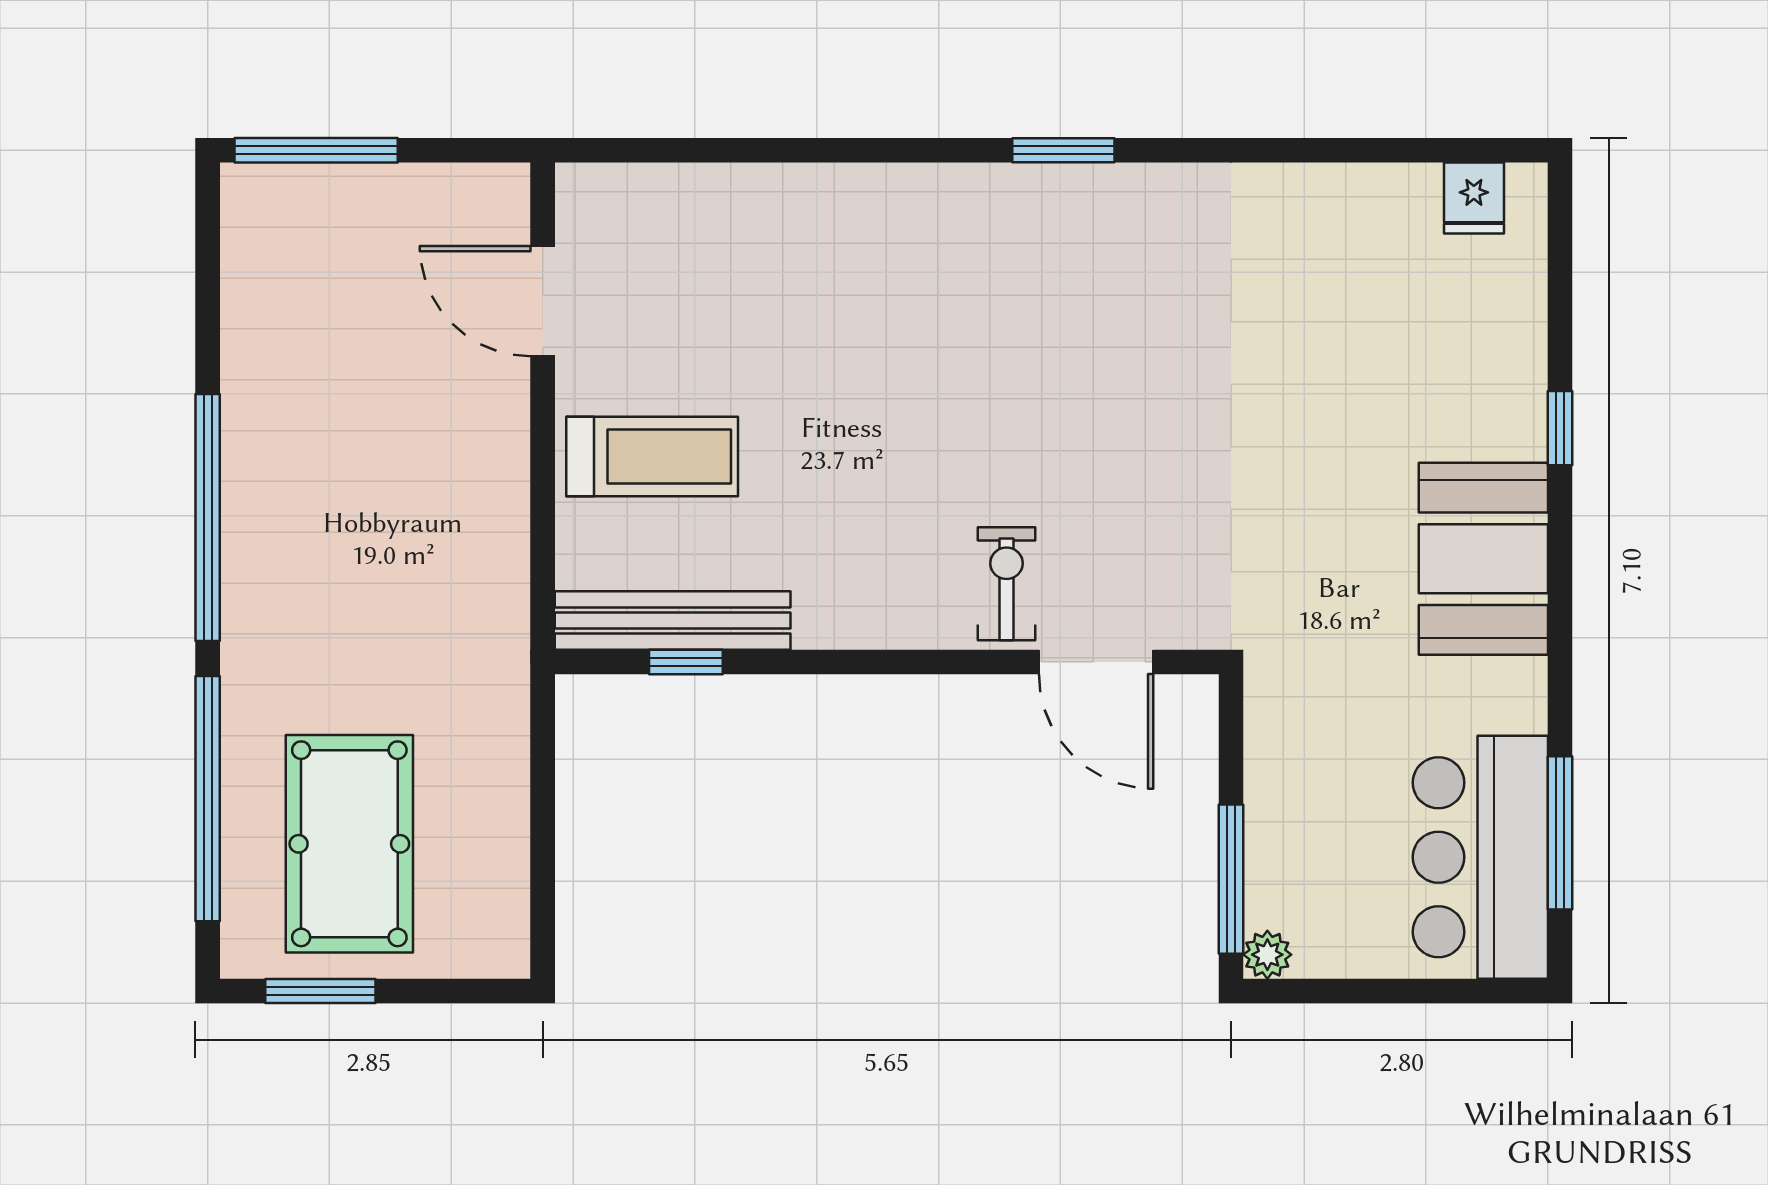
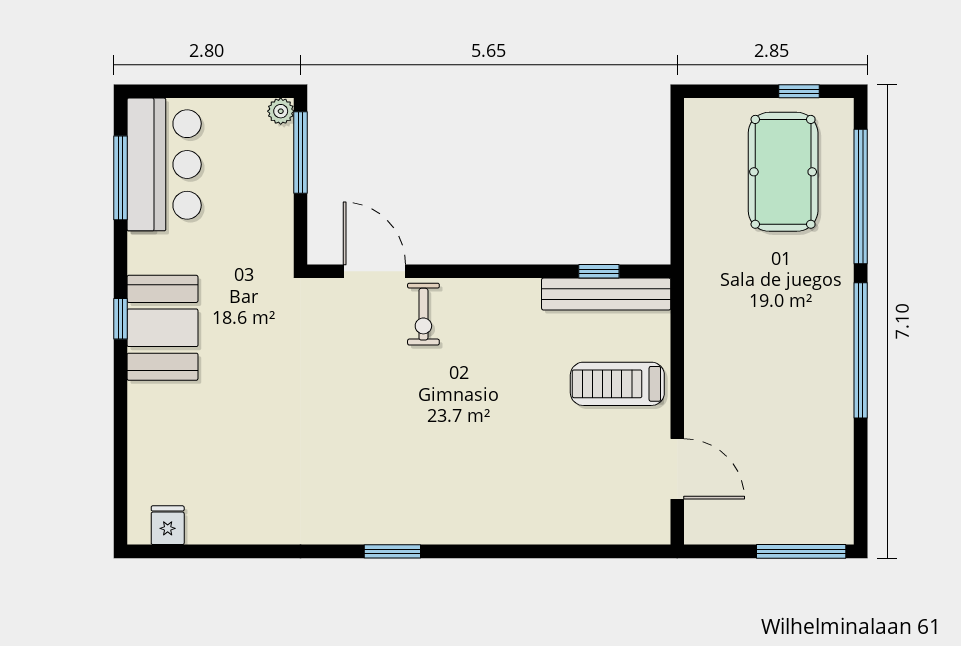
window: (1560, 428) -> (121, 319), moved
window: (320, 991) -> (799, 91), width x0.67

